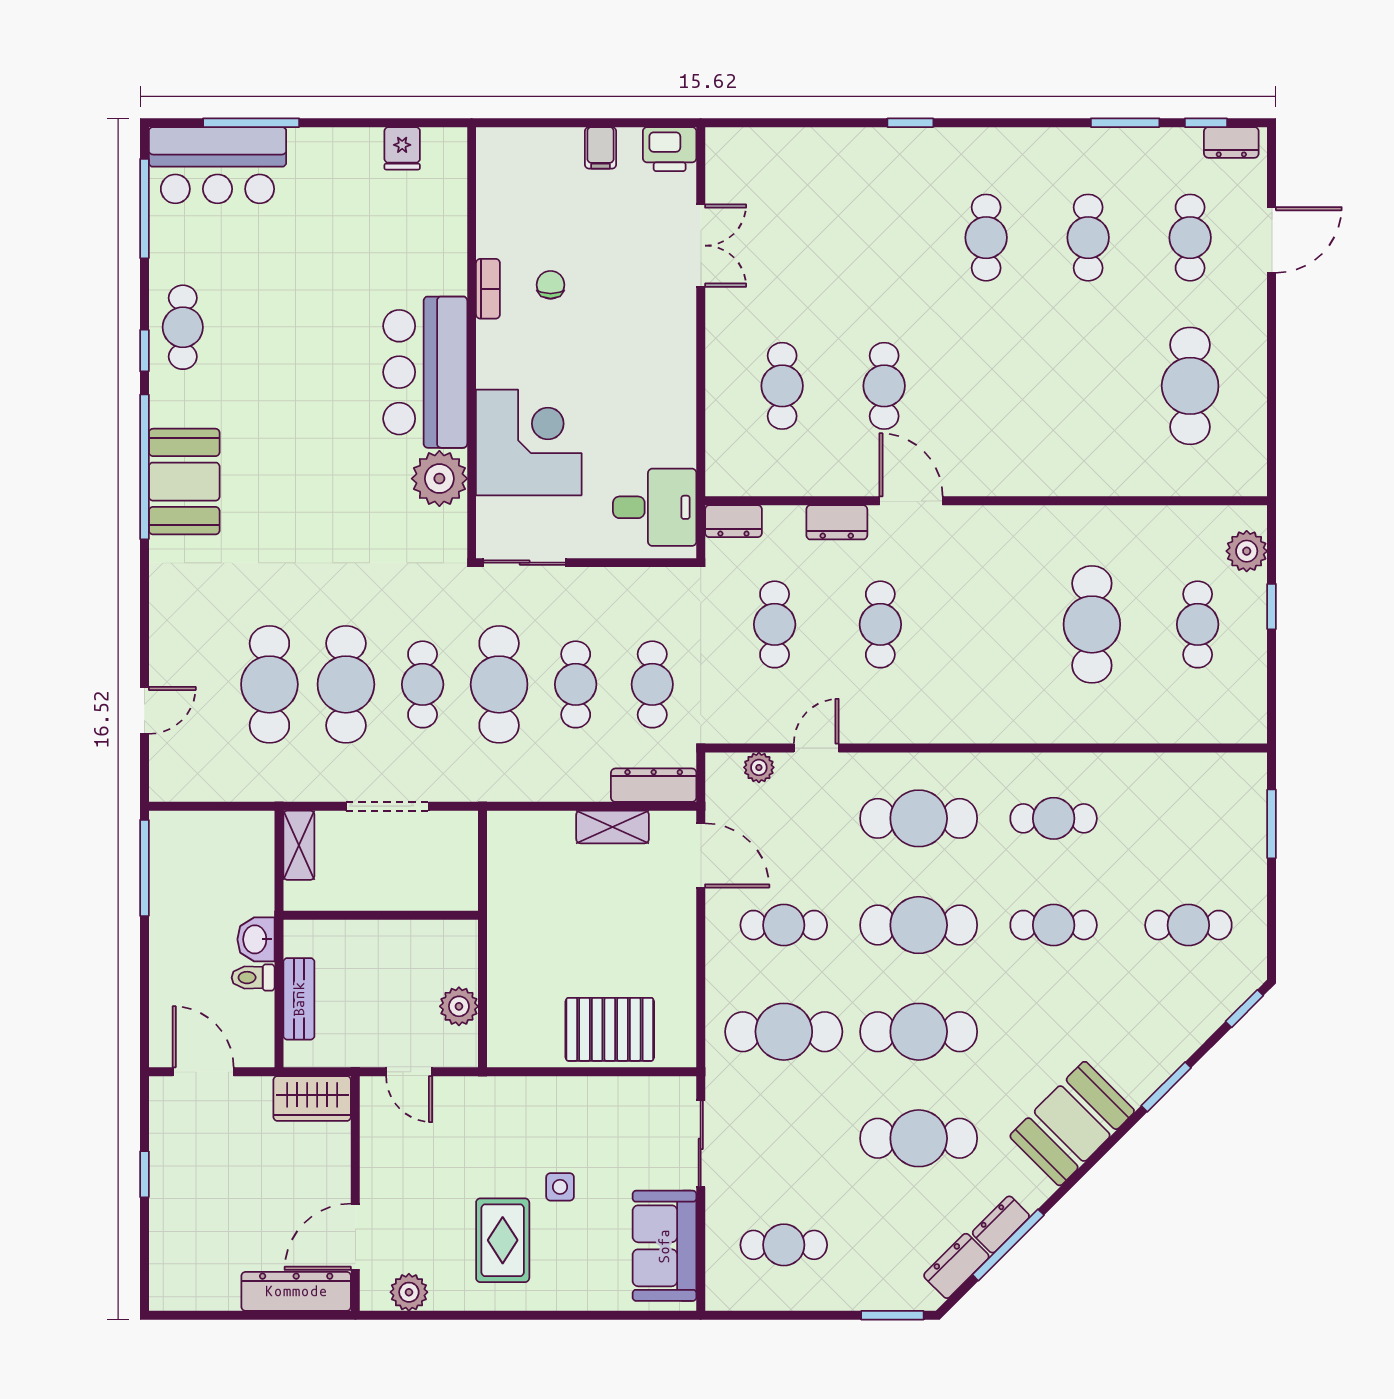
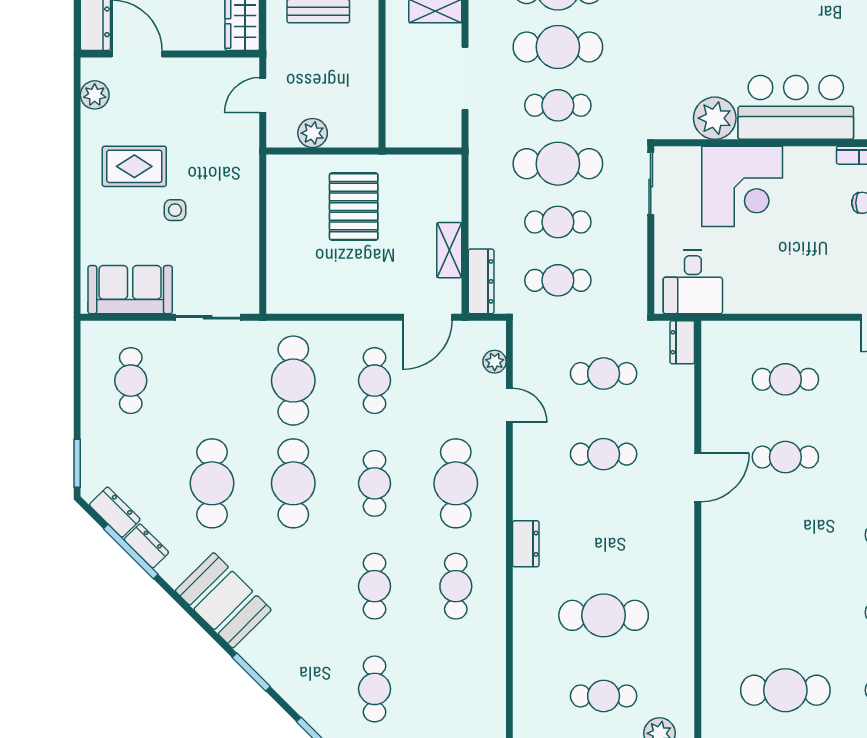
dresser: (837, 522) -> (526, 544), moved, turned 180
cafe table: (919, 925) -> (375, 483), width x0.73, depth x0.74
pallet: (610, 1029) -> (354, 207), moved

